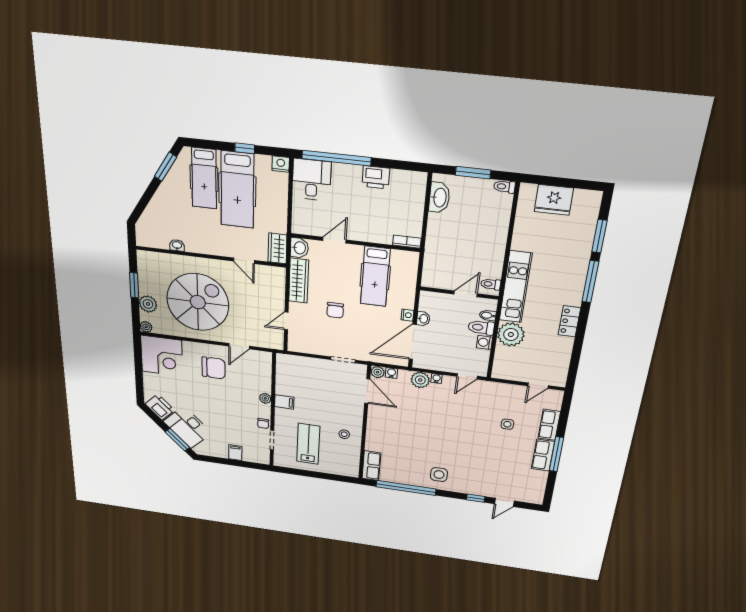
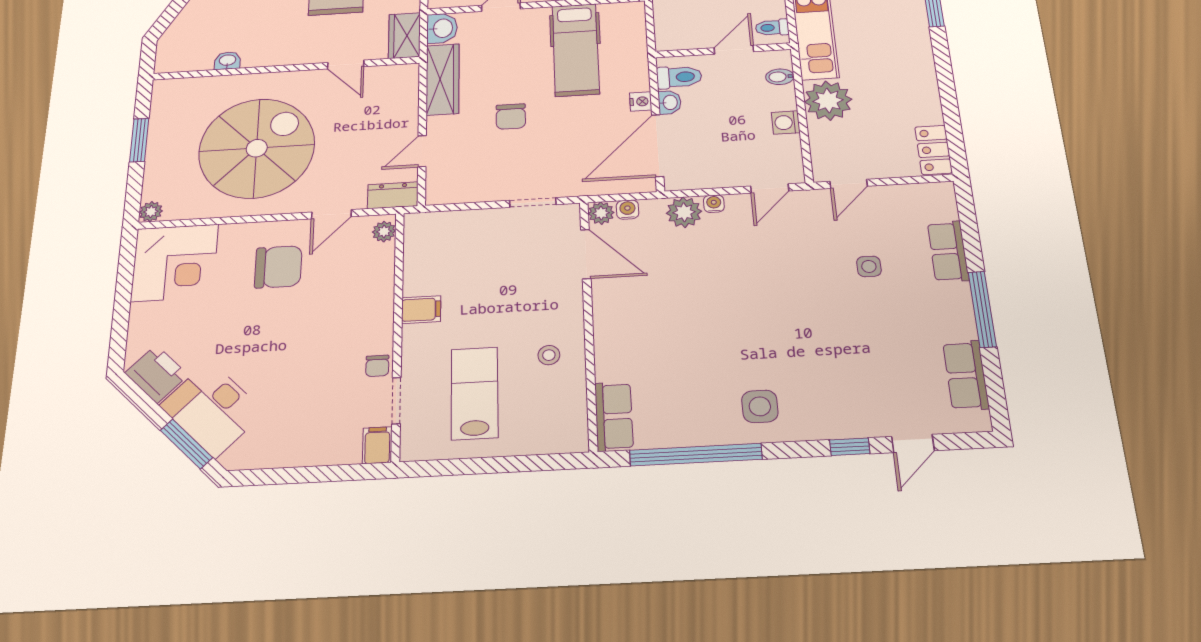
plant: (148, 304) -> (161, 169), removed
locker: (569, 321) -> (934, 150), moved
toilet: (481, 328) -> (679, 77), moved, turned 180
dresser: (271, 342) -> (393, 195), added
door: (538, 386) -> (849, 184), moved
plant: (265, 398) -> (384, 232), moved
filing cabinet: (235, 453) -> (377, 445), moved
row of seats: (543, 455) -> (966, 375), moved

